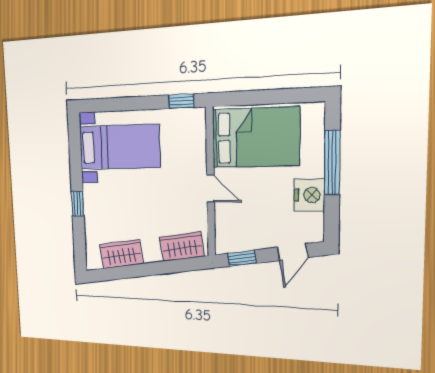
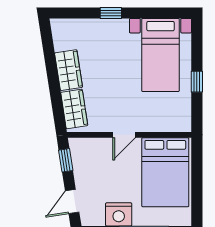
window: (181, 101) -> (197, 82), moved
door: (293, 252) -> (72, 202), hinge flipped
wardrobe: (121, 254) -> (69, 70), moved

